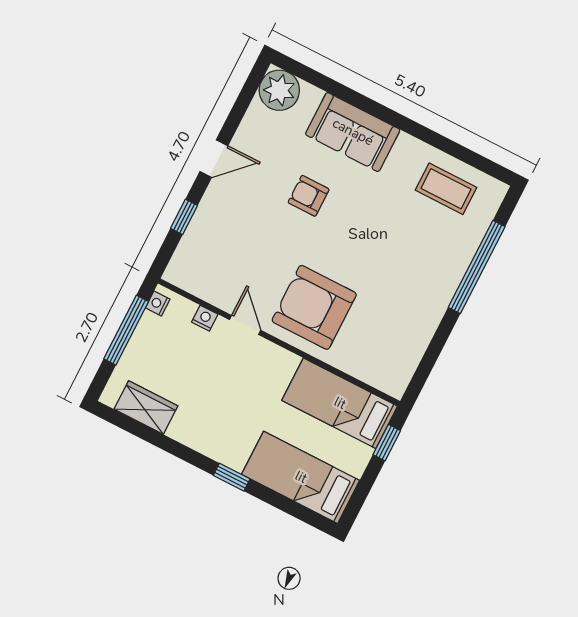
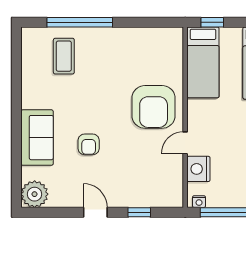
coffee table: (446, 189) -> (64, 56), moved
nightstand: (205, 318) -> (198, 169), width x1.89, depth x1.79

